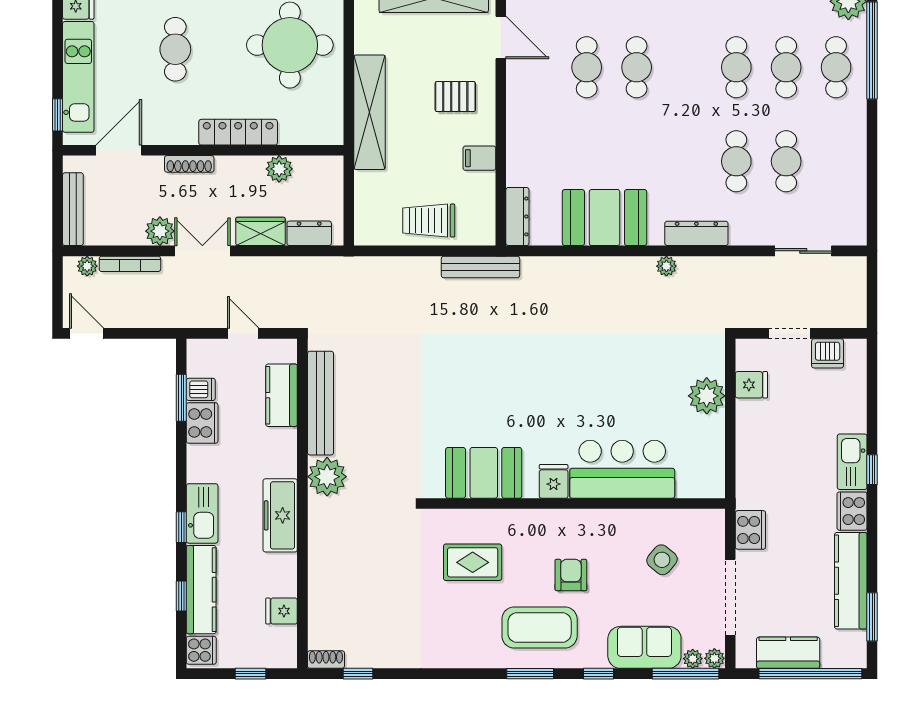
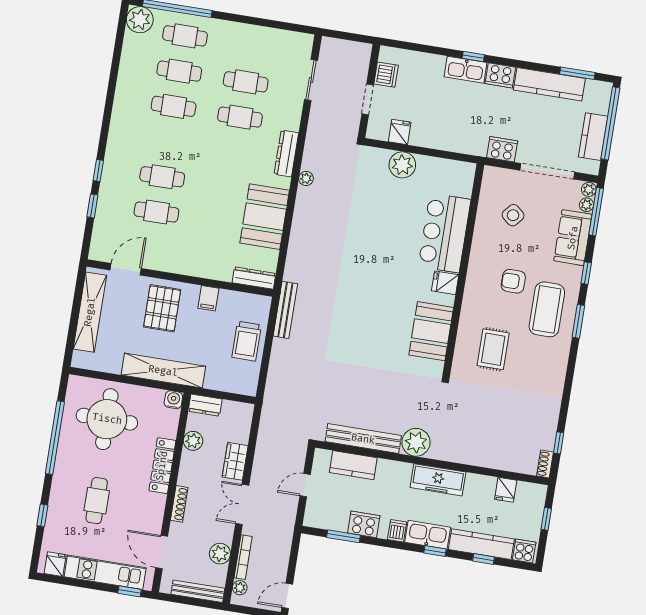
cafe table: (175, 49) -> (97, 501), turned 90
pallet: (455, 97) -> (162, 308), width x1.50, depth x1.42
water cooler: (332, 133) -> (173, 400), added
plant: (160, 231) -> (220, 554), moved
dresser: (309, 233) -> (205, 405), moved, turned -90
dishwasher: (201, 389) -> (397, 531), moved

